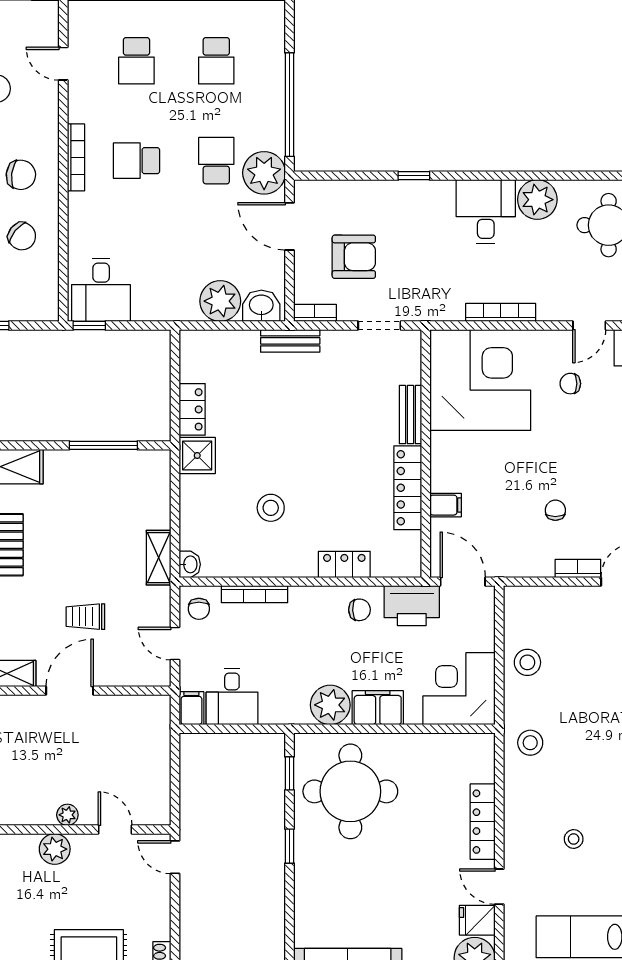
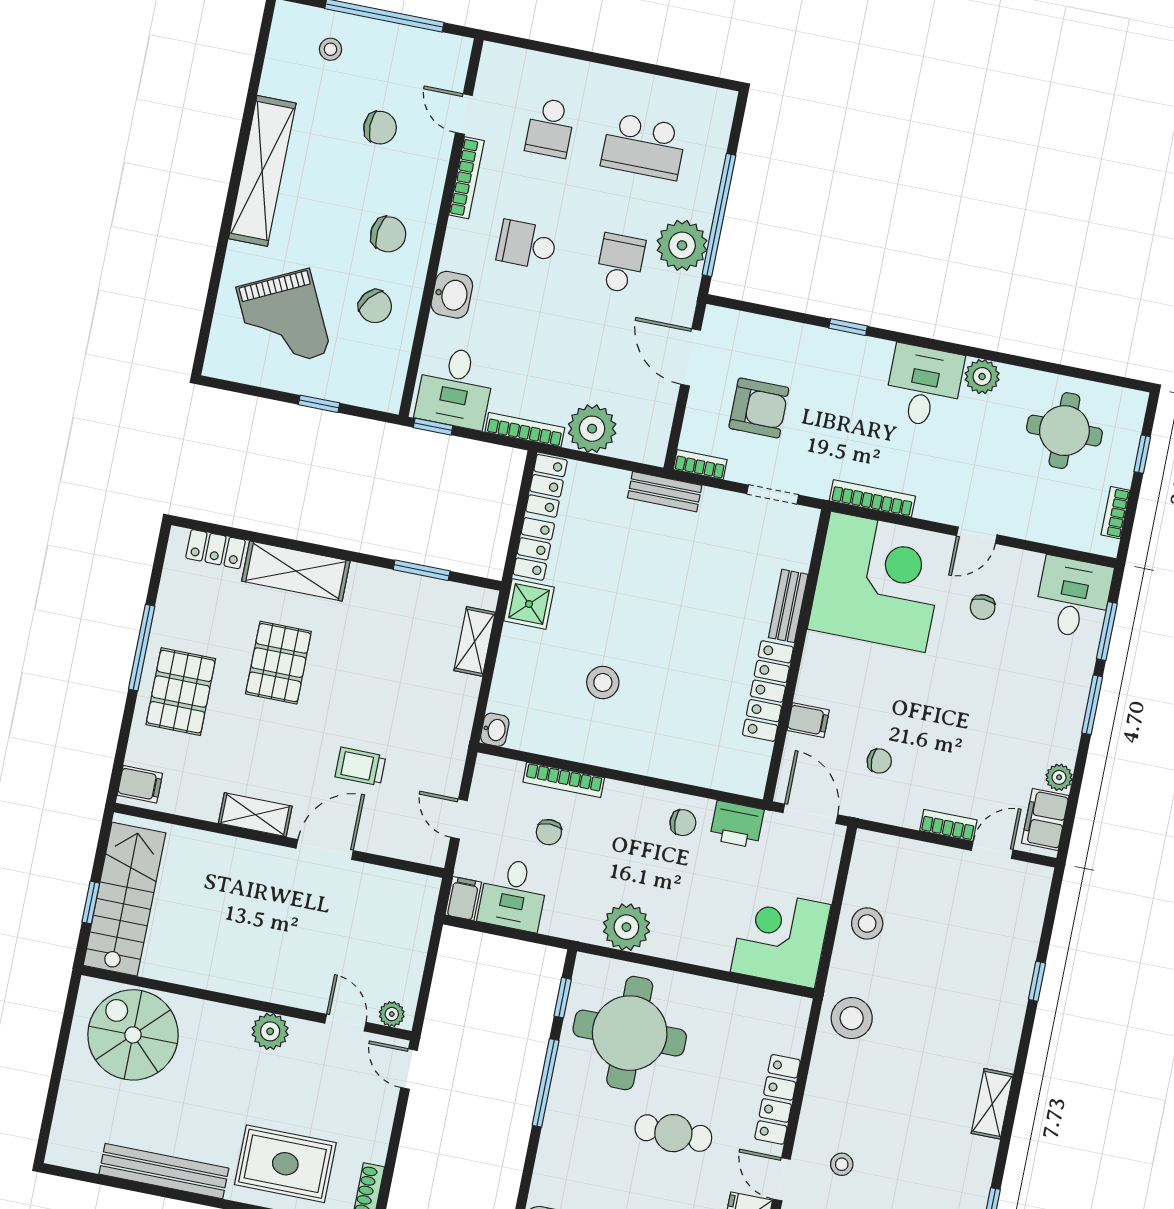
school desk: (216, 61) -> (644, 146), width x1.85
bookcase: (76, 157) -> (467, 178), moved
plant: (264, 173) -> (682, 245), moved
plant: (537, 200) -> (982, 377), width x0.73, depth x0.73
washbasin: (261, 306) -> (452, 295), moved, turned 90
bookcase: (501, 312) -> (872, 498), moved
bookcase: (165, 313) -> (525, 430), added
door: (589, 325) -> (977, 535), moved
chair: (570, 384) -> (983, 607), turned -90
window: (103, 445) -> (422, 570), width x0.69
chair: (555, 510) -> (879, 761), moved, turned 90
shelving: (159, 558) -> (475, 641), moved
locker: (344, 564) -> (547, 486), moved, turned 90
printer: (412, 606) -> (737, 824), width x0.73, depth x0.84
chair: (199, 609) -> (549, 832), moved
filing cabinet: (378, 708) -> (681, 941), removed
stool: (530, 743) -> (852, 1018), width x1.38, depth x1.38
plant: (67, 815) -> (392, 1014), moved
stool: (574, 839) -> (842, 1164), moved
window: (289, 846) -> (546, 1083), width x2.17
cafe table: (403, 866) -> (673, 1133), added

